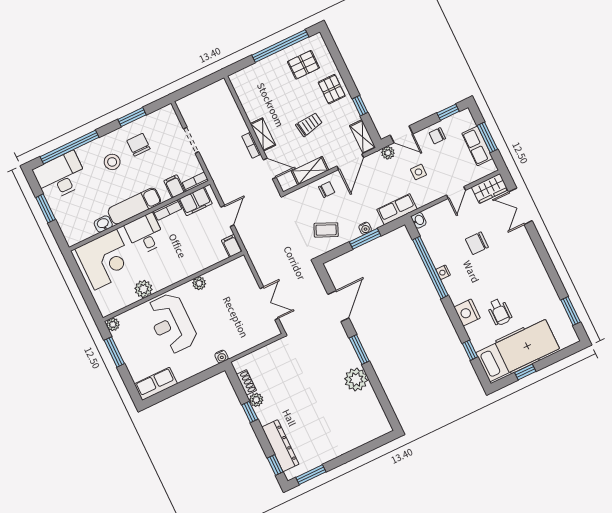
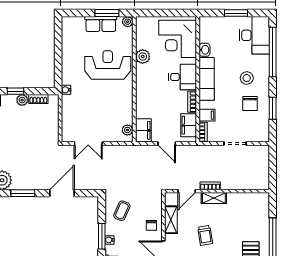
chair: (139, 145) -> (250, 103), turned 90
filing cabinet: (232, 246) -> (143, 130), width x2.00
plant: (199, 283) -> (127, 130), moved
door: (338, 306) -> (62, 193), swing flipped
row of seats: (156, 384) -> (101, 24), moved, turned 90

